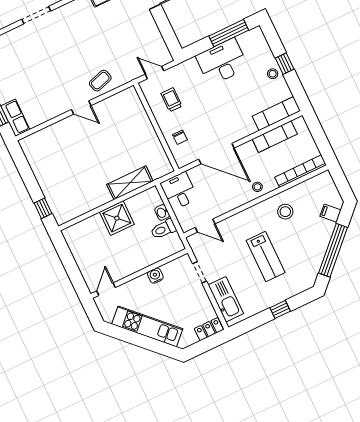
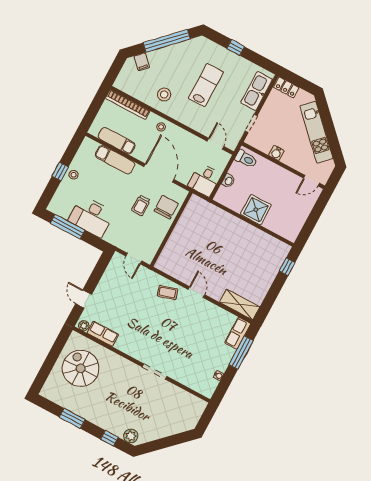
trolley: (171, 100) -> (141, 205), moved
exam couch: (276, 114) -> (115, 160), moved
chair: (180, 137) -> (166, 207), width x1.87, depth x1.87
shelving: (130, 183) -> (240, 304), moved
toilet: (163, 229) -> (246, 159), moved

